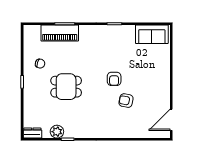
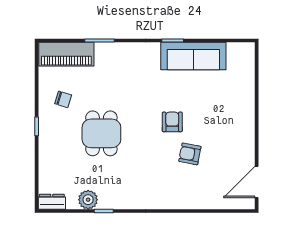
piano: (60, 33) -> (66, 54), moved
sofa: (152, 34) -> (193, 56), moved, width x1.36
armchair: (114, 79) -> (172, 122), turned 180
dining table: (66, 87) -> (101, 133), turned 90

